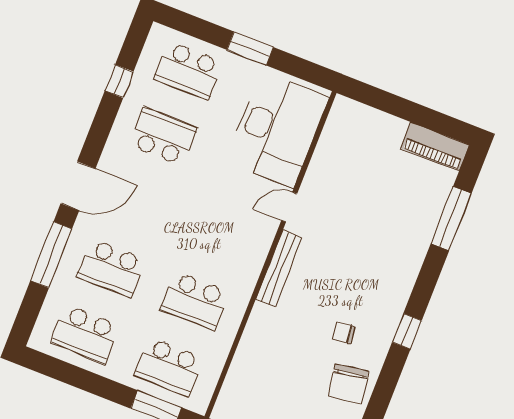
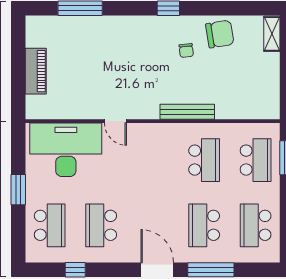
piano: (435, 147) -> (36, 71), moved
school desk: (111, 268) -> (204, 225), turned 180
bench: (279, 268) -> (187, 112), moved
school desk: (86, 334) -> (256, 225), turned 180

